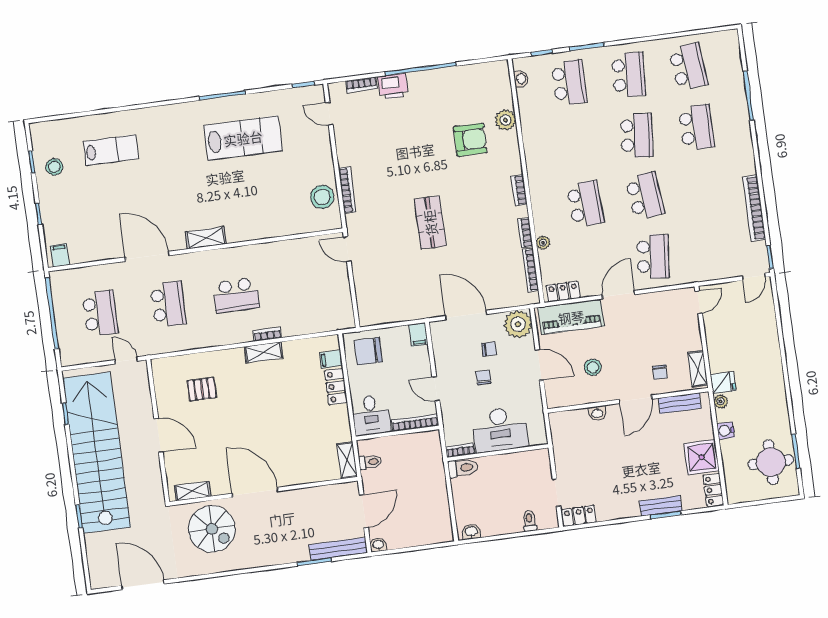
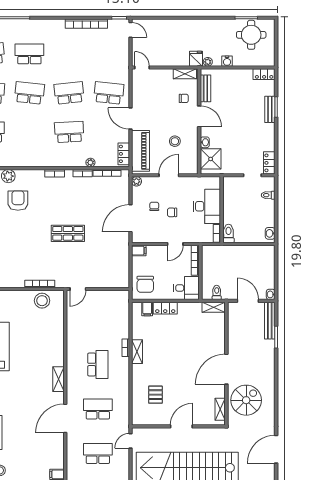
plant: (518, 324) -> (136, 181), width x0.53, depth x0.53
shower: (702, 457) -> (211, 159), moved

